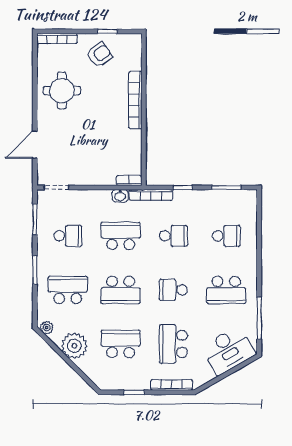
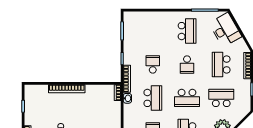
armchair: (100, 55) -> (38, 111), removed
school desk: (121, 236) -> (153, 98), turned 180
school desk: (226, 236) -> (153, 31), removed
school desk: (121, 290) -> (187, 98), turned 90
school desk: (121, 344) -> (221, 98), turned 90
school desk: (173, 344) -> (221, 64), turned 90

